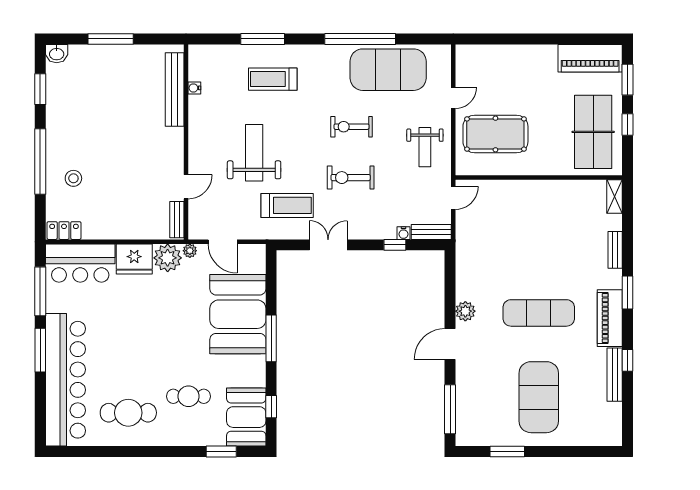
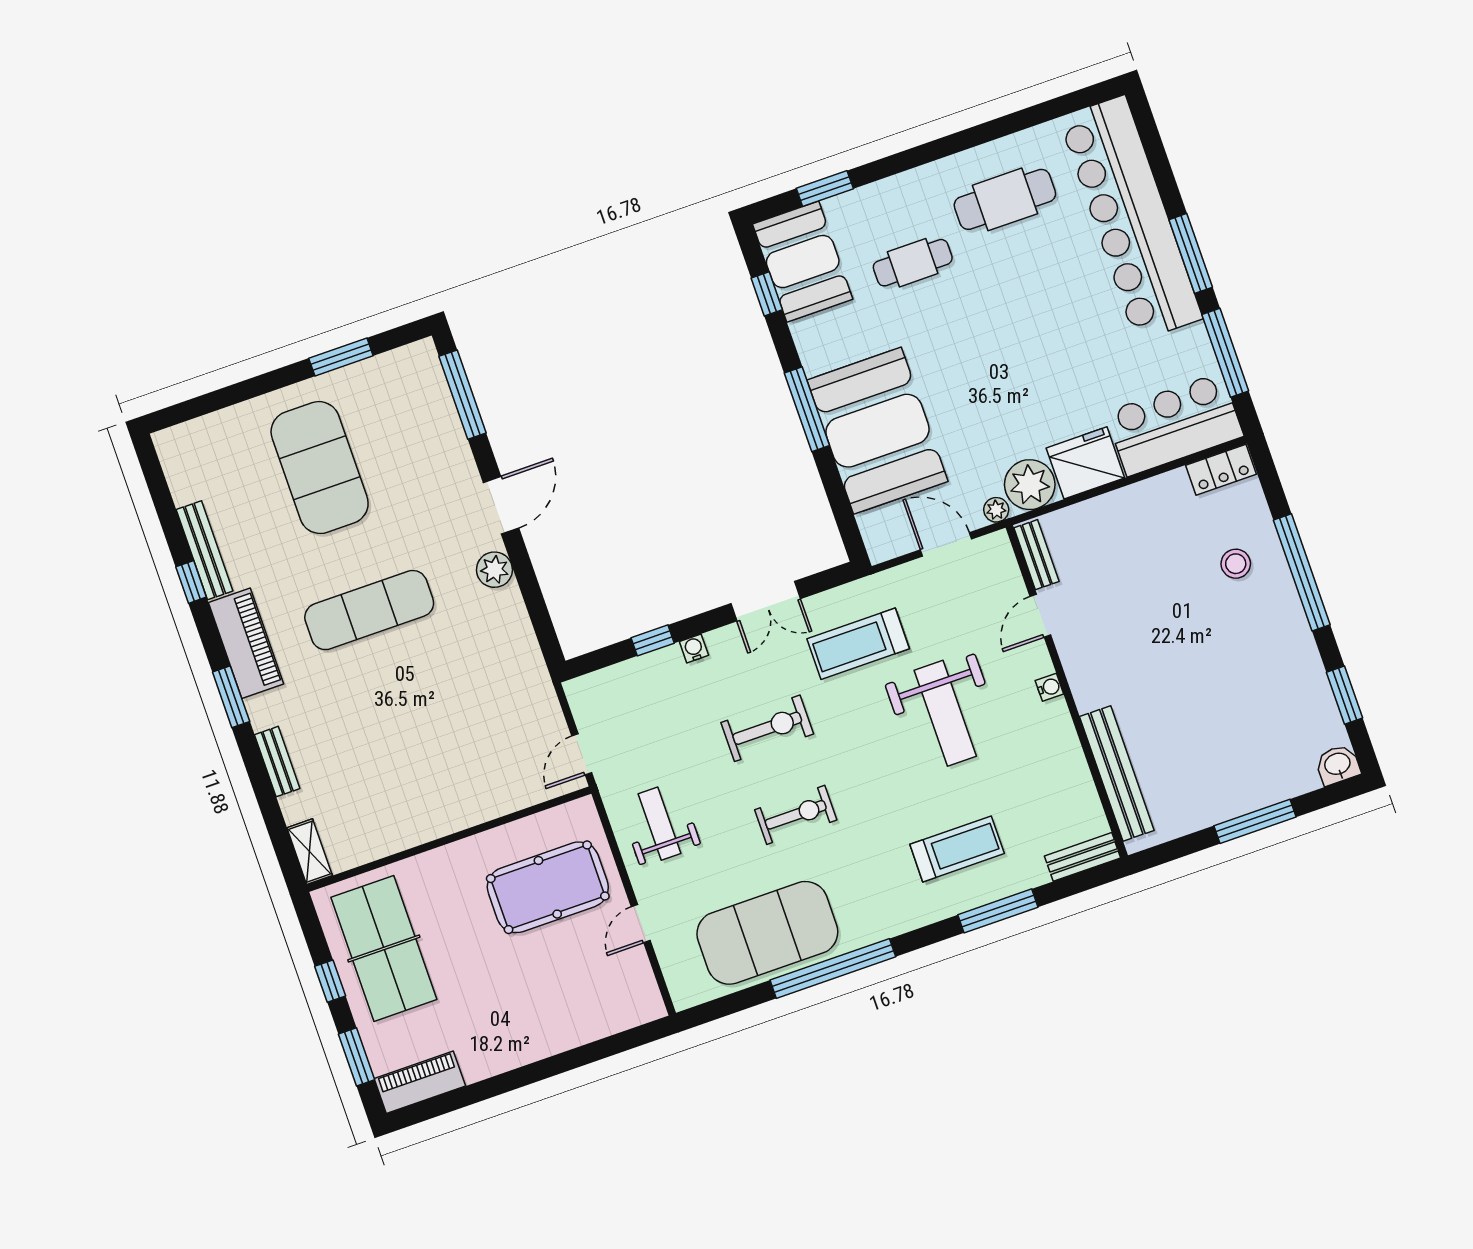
piano: (590, 58) -> (420, 1082), width x0.73, depth x0.75
water cooler: (194, 88) -> (1049, 687), moved
bench: (431, 232) -> (1083, 857), moved
water cooler: (403, 233) -> (694, 648), moved

